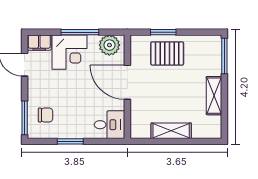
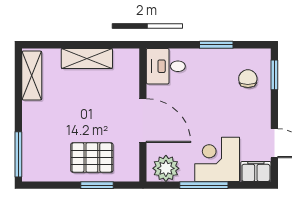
shelving: (214, 96) -> (32, 75), moved
chair: (46, 115) -> (248, 79), turned 90
window: (25, 118) -> (274, 75), width x0.69

